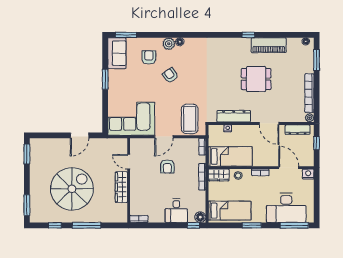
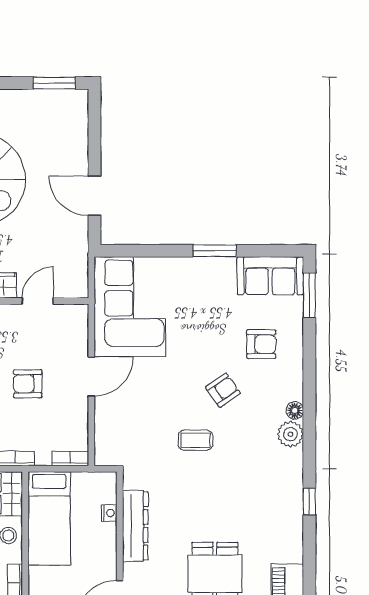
window: (248, 35) -> (309, 501), moved
plant: (169, 44) -> (290, 434), moved
coffee table: (190, 119) -> (195, 440), moved, width x0.54, depth x0.58
door: (164, 137) -> (91, 376), swing flipped

